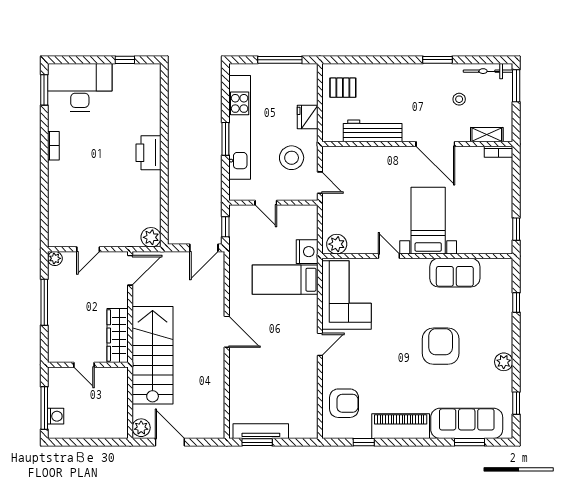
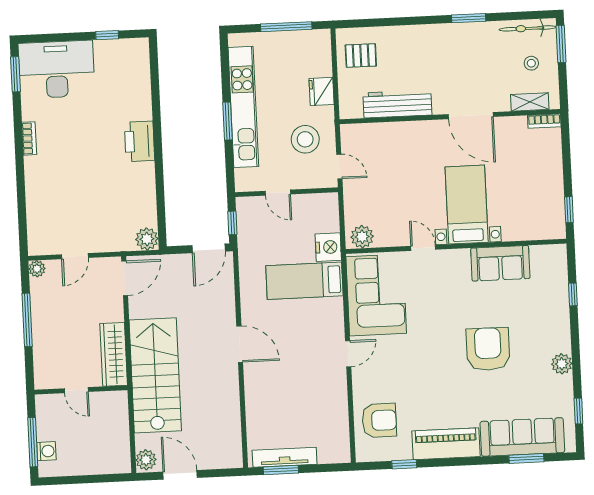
stool: (459, 99) -> (531, 63), moved

